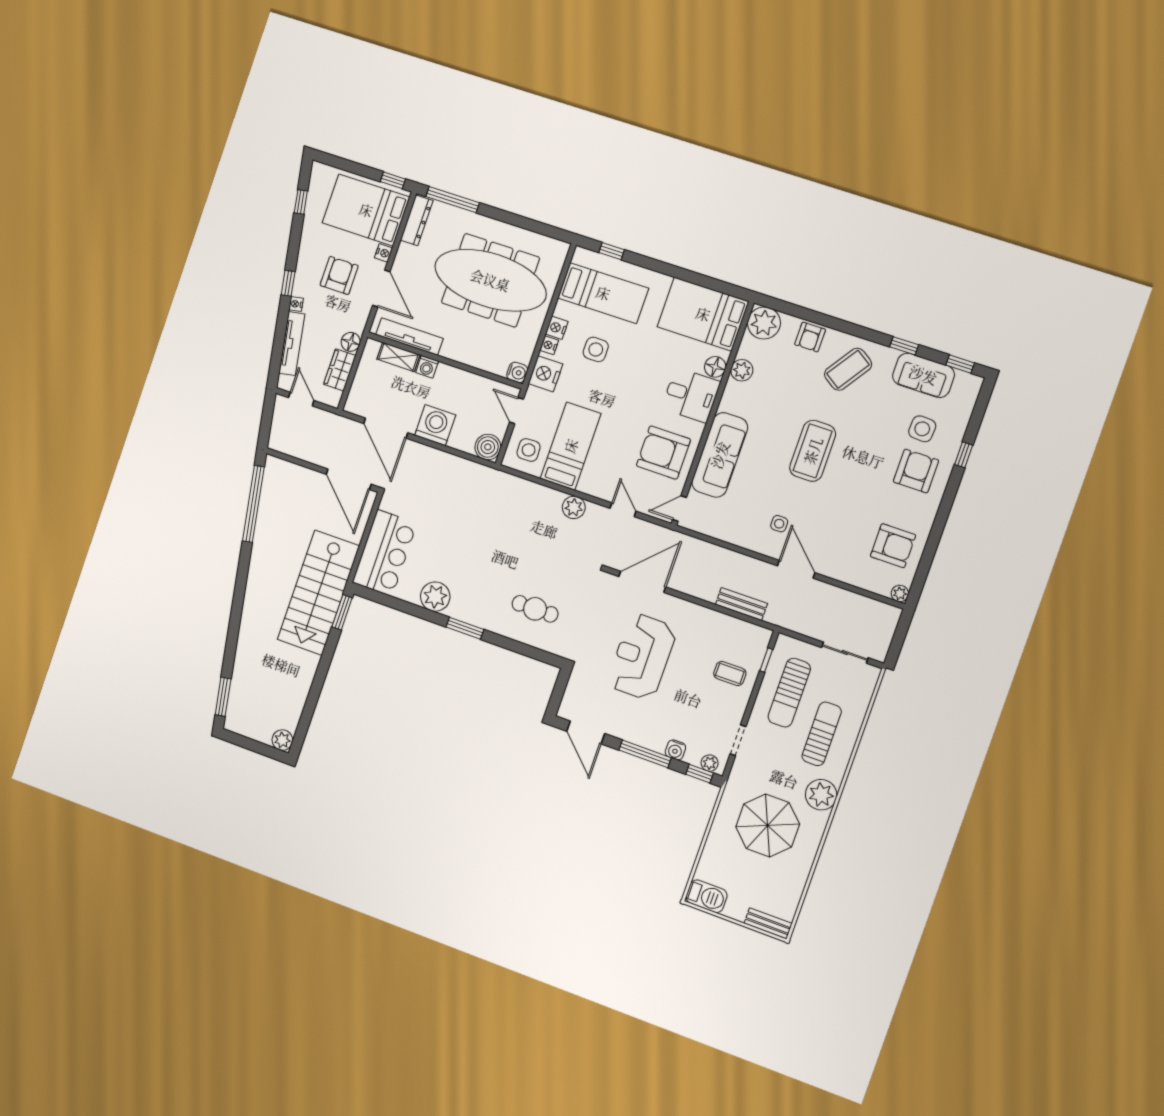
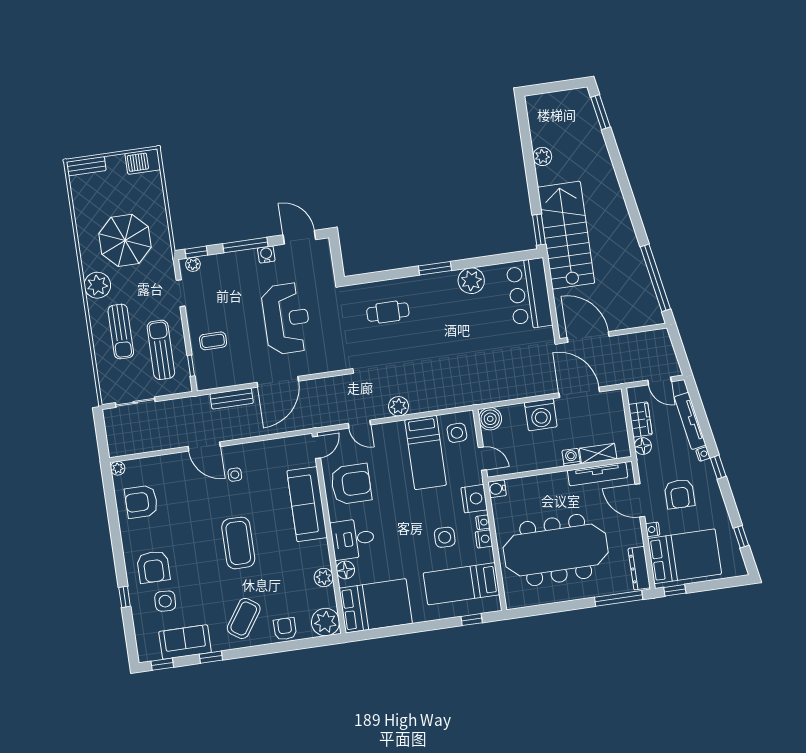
door: (642, 582) -> (278, 382), moved
plant: (282, 740) -> (542, 156), moved
water cooler: (675, 750) -> (266, 254), moved

